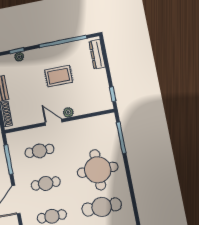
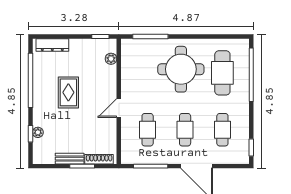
plant: (68, 112) -> (111, 59), moved

